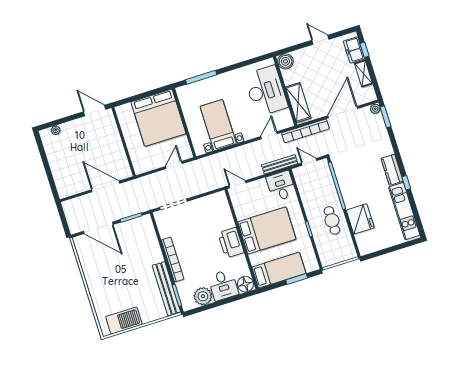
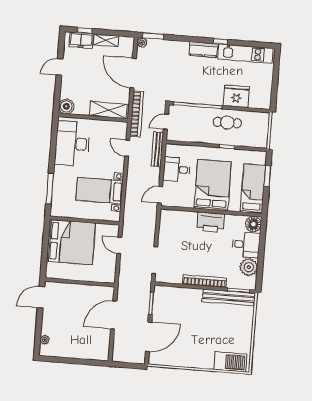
desk: (266, 91) -> (72, 144), moved, turned -90
desk: (281, 186) -> (176, 169), moved
barbecue: (124, 321) -> (230, 362), moved, turned 90

